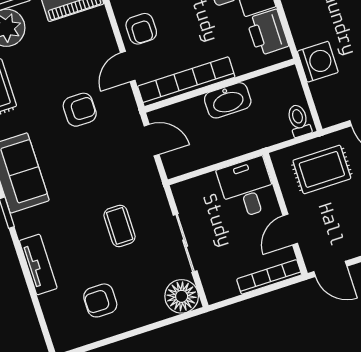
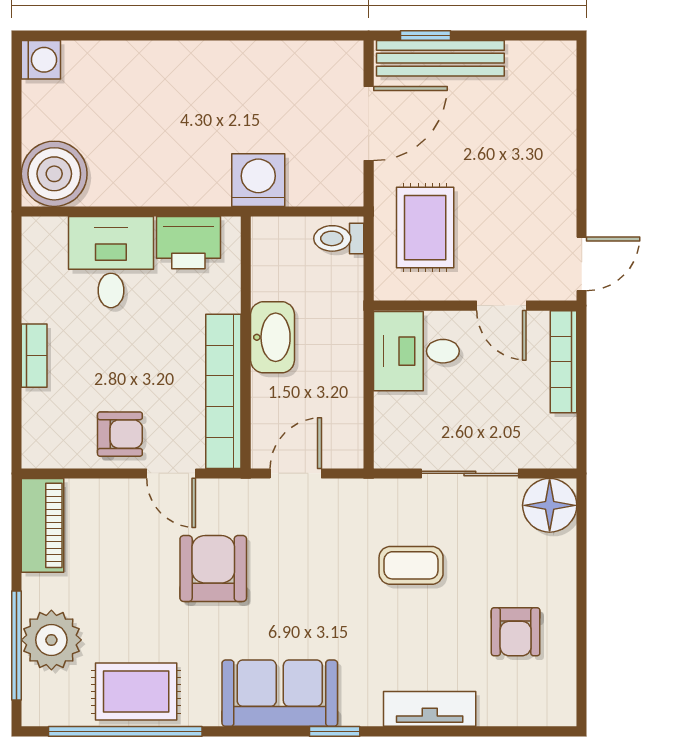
armchair: (80, 110) -> (213, 569), width x1.38, depth x1.38

